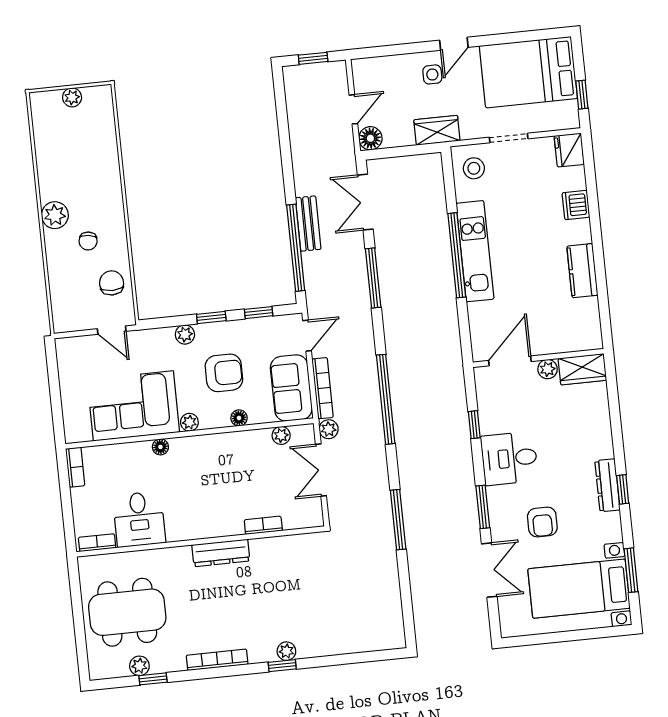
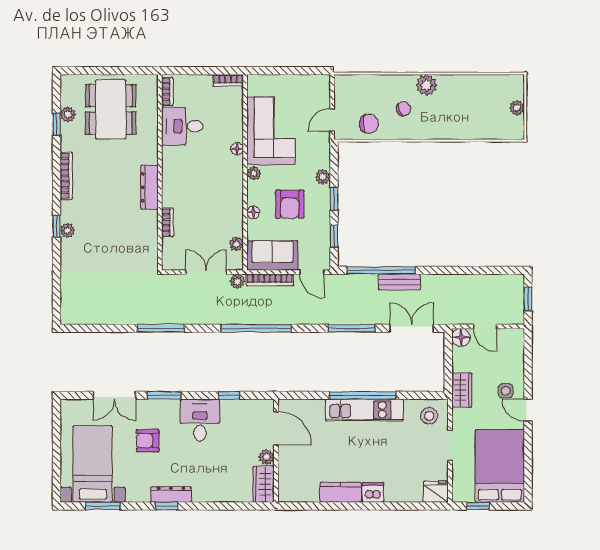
dishwasher: (576, 205) -> (373, 492), moved
chair: (88, 241) -> (404, 109), turned 150

